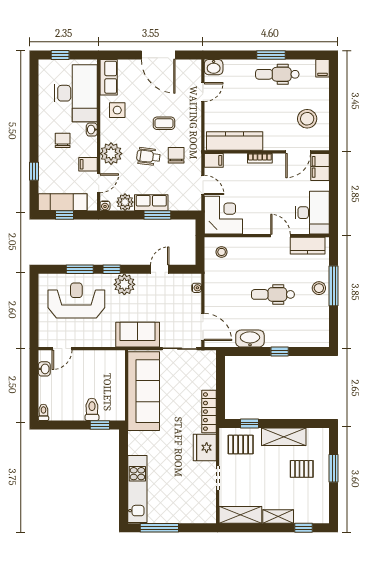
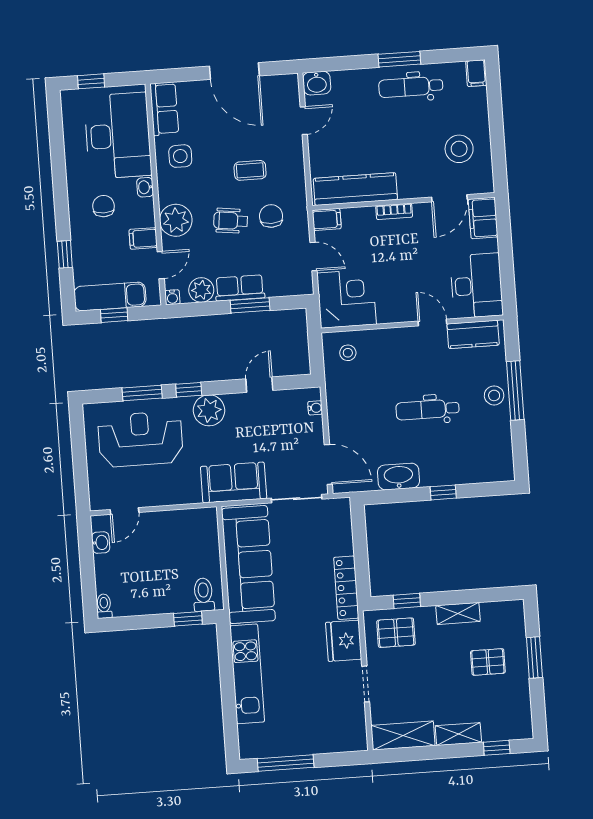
toilet: (92, 409) -> (203, 595), moved
shelving: (284, 437) -> (458, 613), width x0.67, depth x0.75
kitchen unit: (137, 489) -> (247, 674), moved

